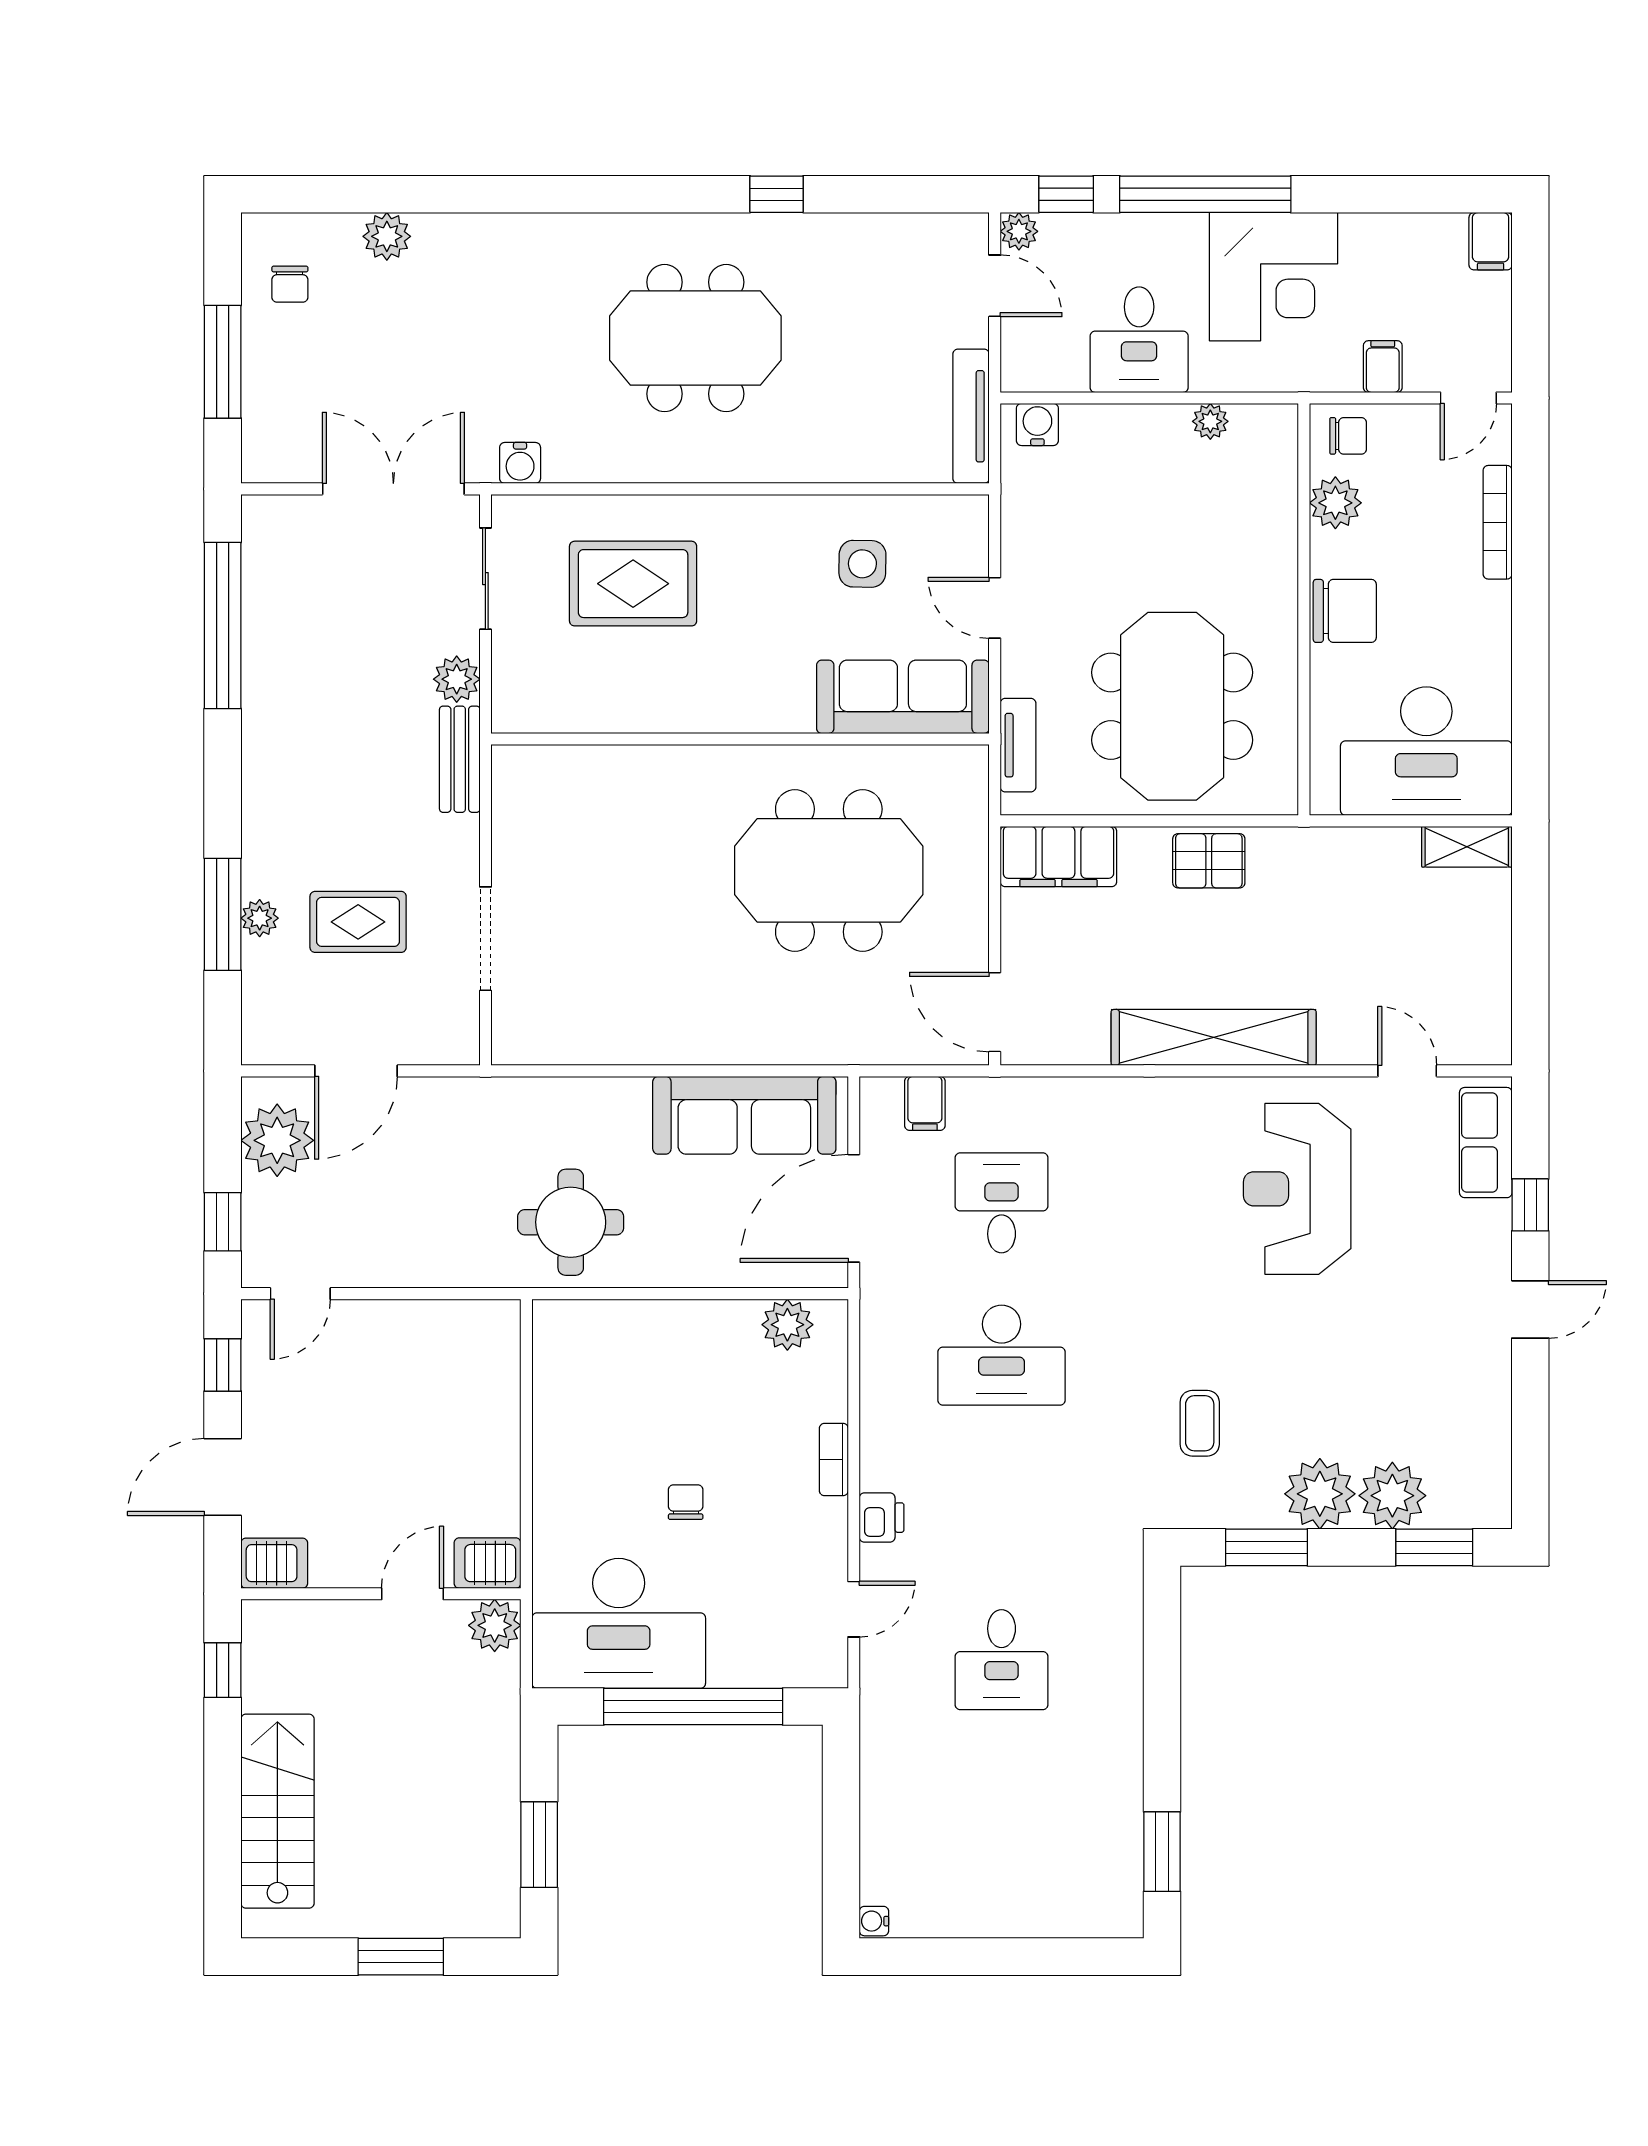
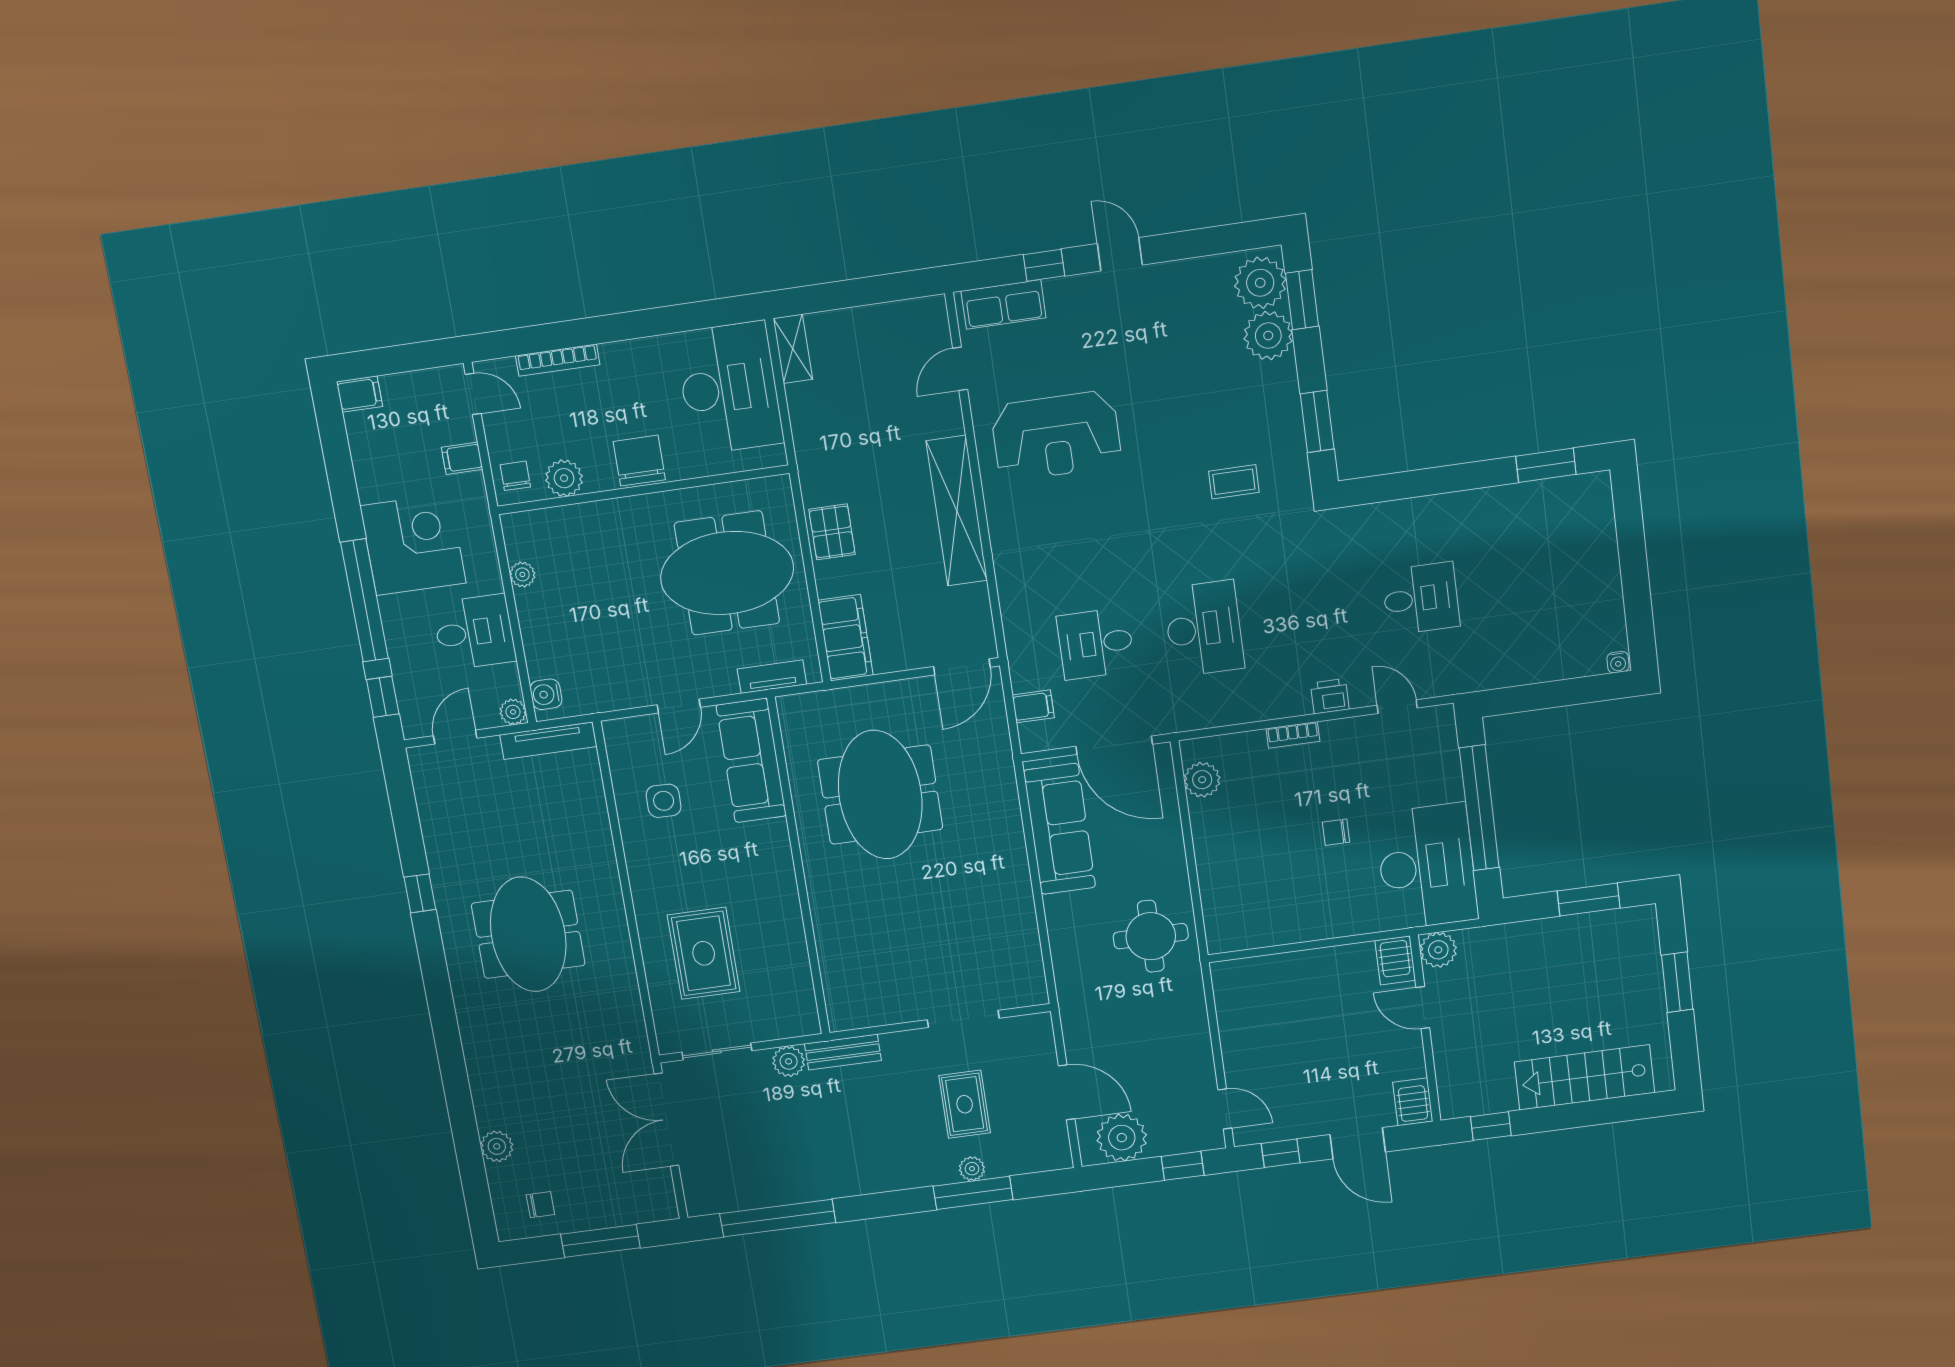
plant: (1019, 231) -> (513, 712), moved
water cooler: (520, 463) -> (634, 1039), removed
plant: (1320, 1494) -> (1260, 283), moved

